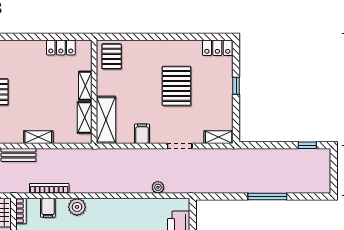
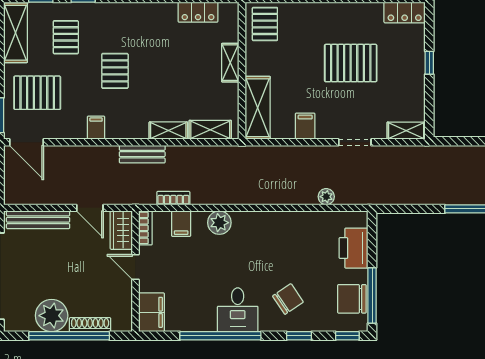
pallet: (177, 86) -> (351, 63), turned 90
shelving: (85, 118) -> (210, 130), moved, turned 90
bookcase: (49, 188) -> (173, 198), width x0.64

